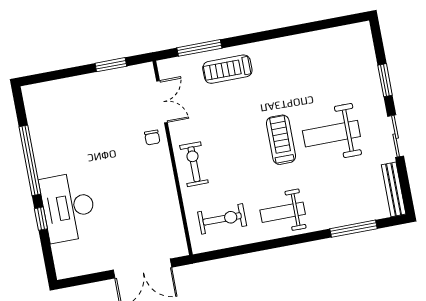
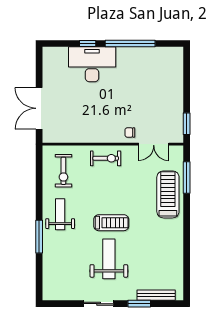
window: (111, 65) -> (187, 124), moved
treadmill: (227, 69) -> (168, 194), width x1.37, depth x1.38
bench: (394, 189) -> (156, 295), moved
window: (354, 229) -> (39, 237), moved

